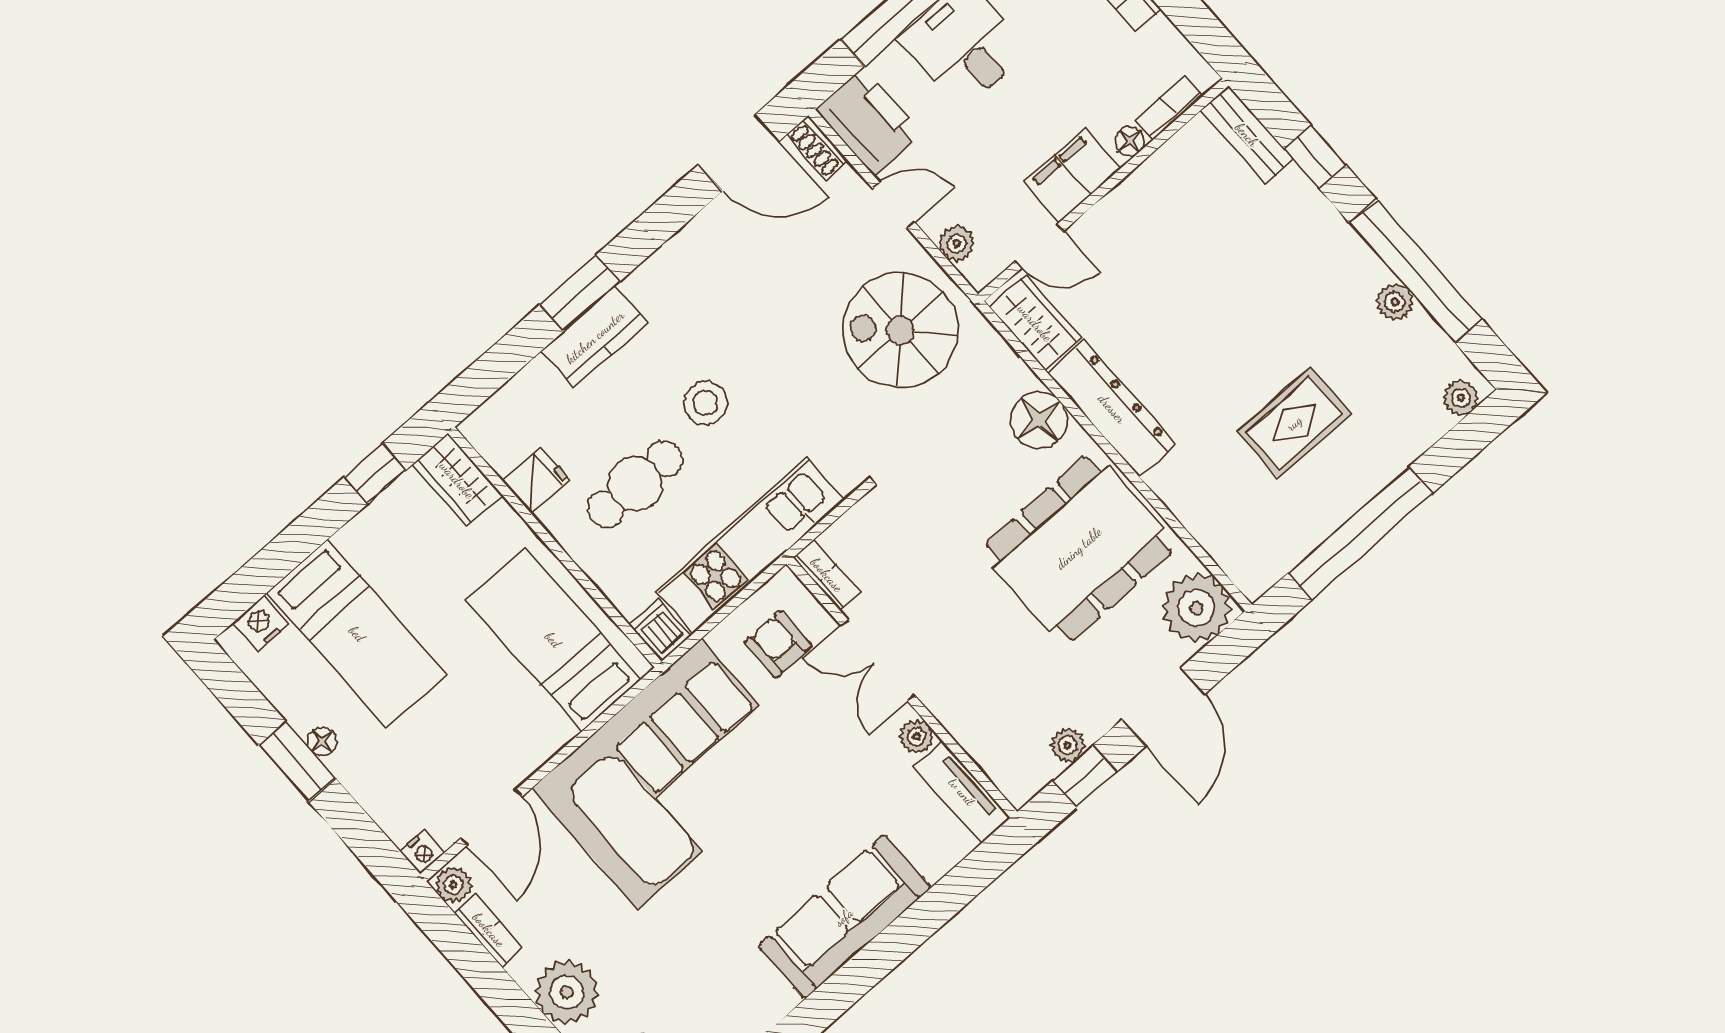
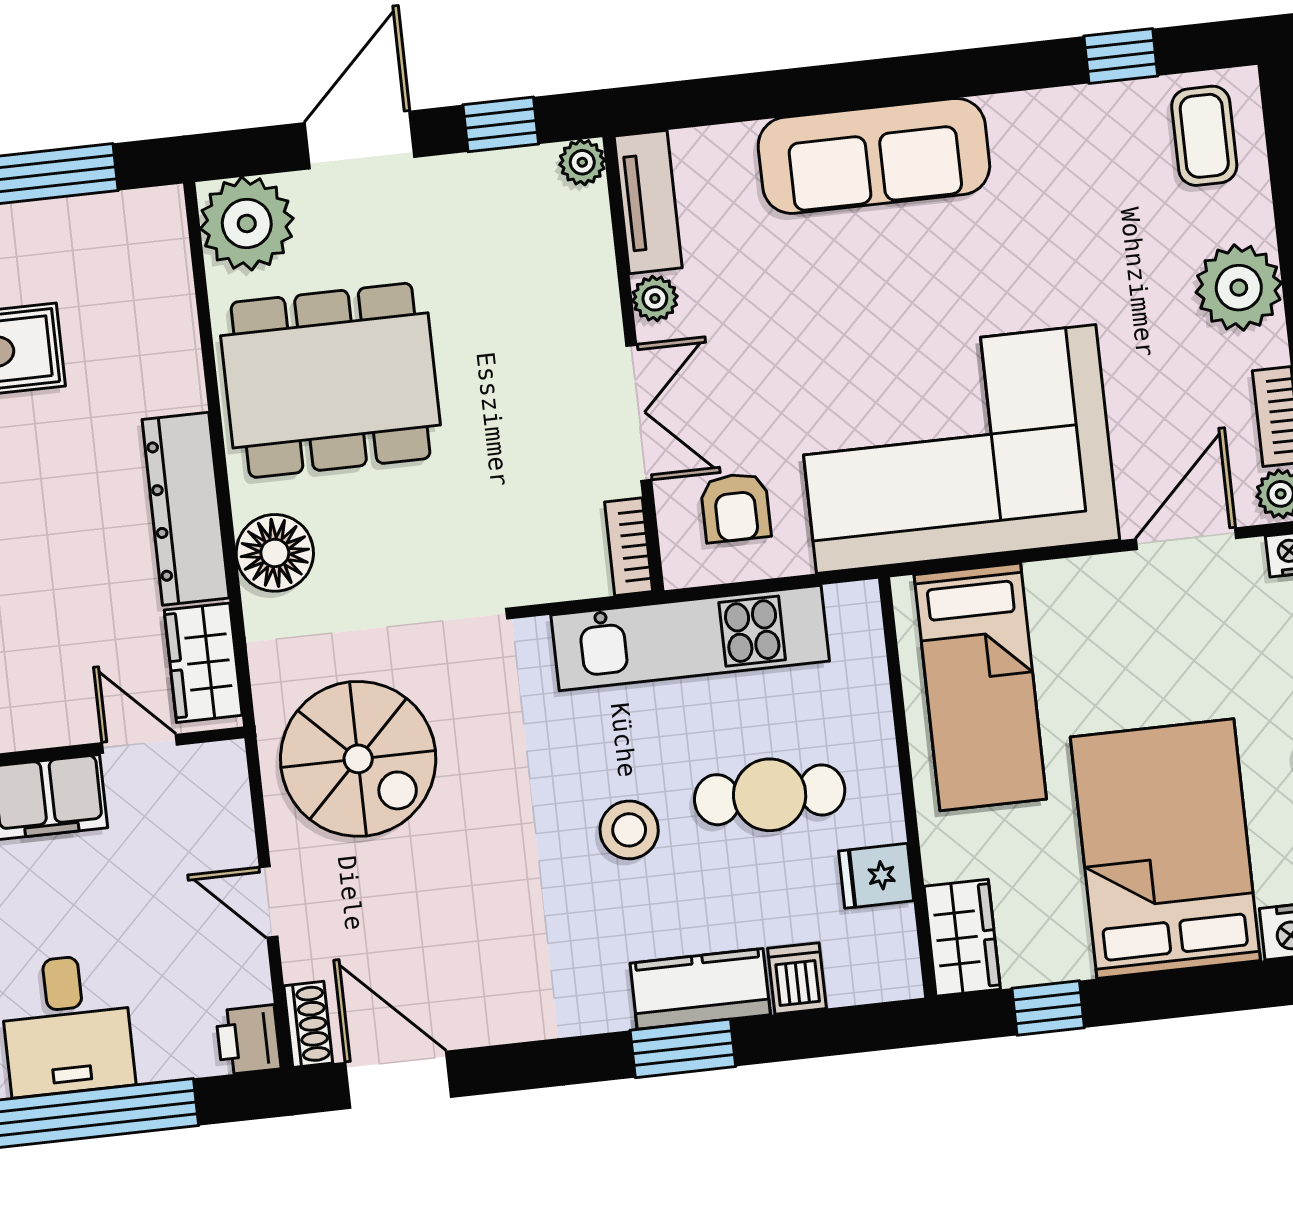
printer: (869, 122) -> (248, 1040), width x0.53, depth x0.68
plant: (957, 243) -> (229, 811), removed
dishwasher: (660, 630) -> (797, 978), moved, turned 180
bed: (357, 634) -> (1165, 849), width x1.50
plant: (1068, 745) -> (582, 162), moved

